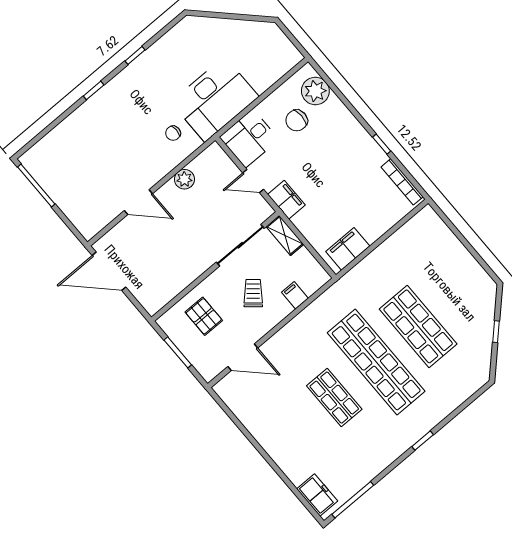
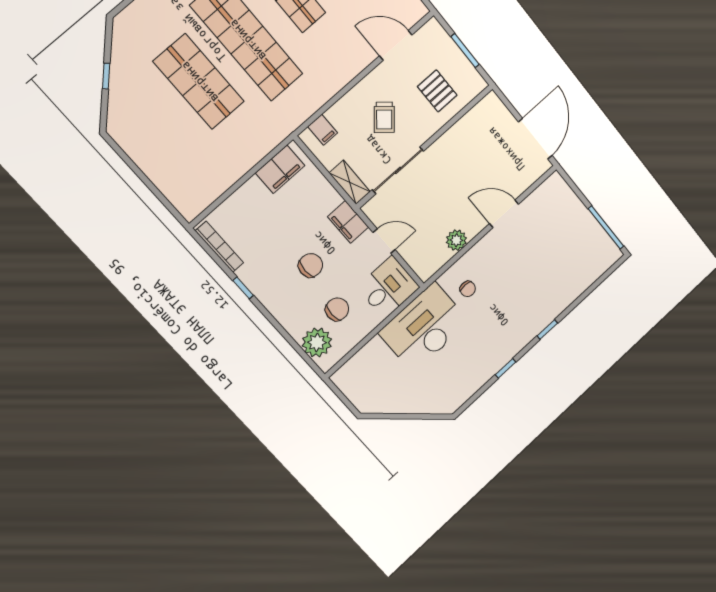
chair: (173, 133) -> (468, 289), turned 90
chair: (321, 162) -> (311, 265), added
door: (109, 271) -> (535, 139), hinge flipped
filing cabinet: (295, 295) -> (323, 130), moved

